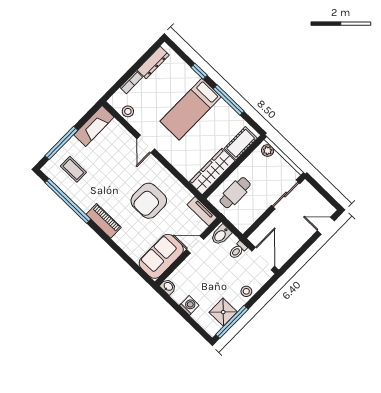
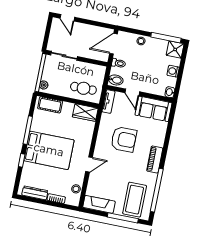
bed: (191, 109) -> (49, 150), width x1.50
coffee table: (73, 169) -> (135, 200), width x1.86, depth x1.72
wardrobe: (212, 171) -> (85, 113), width x0.67
shower: (223, 312) -> (175, 49), moved

